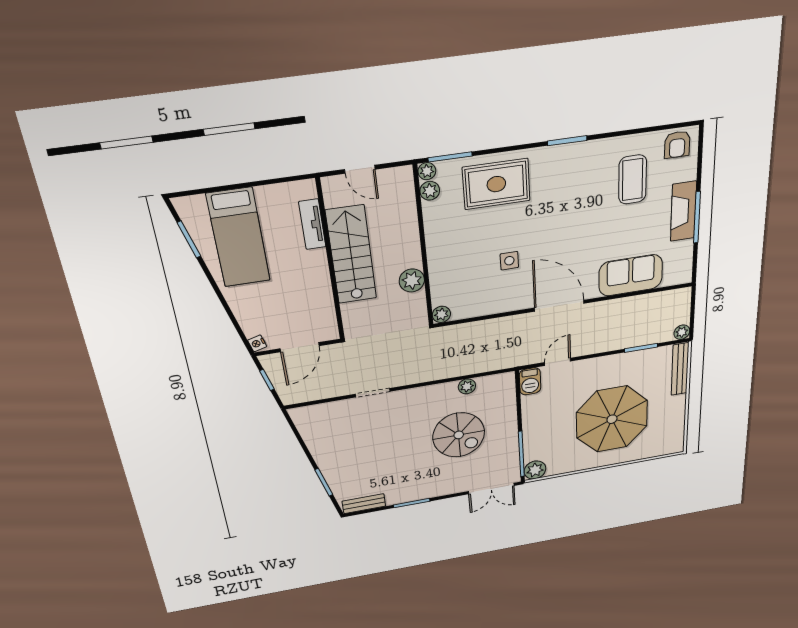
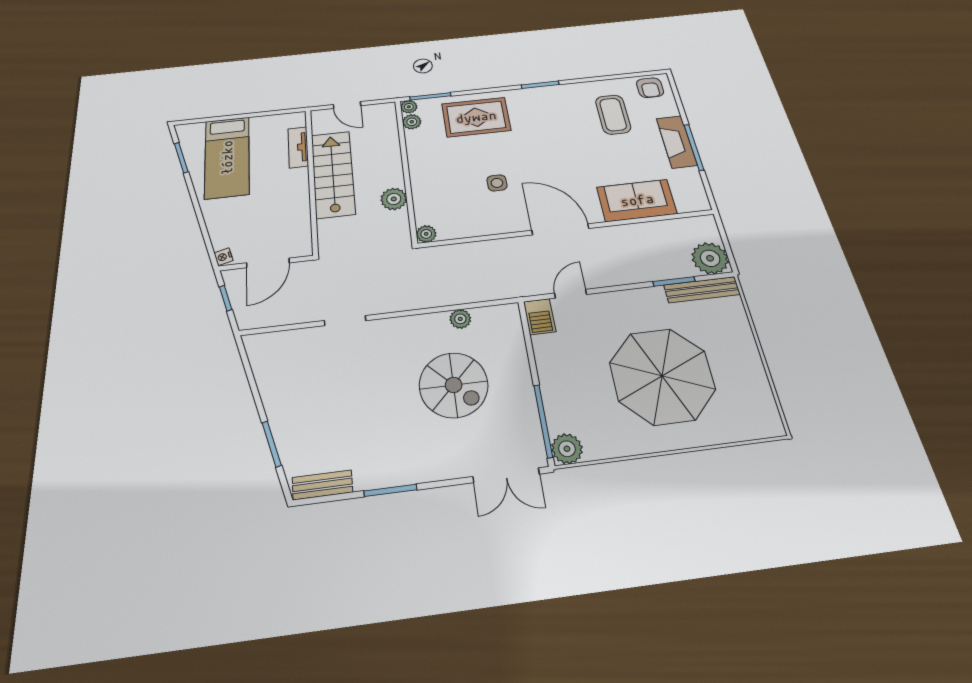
plant: (682, 332) -> (710, 258), width x1.87, depth x1.87
bench: (680, 369) -> (702, 290), moved, turned 90

